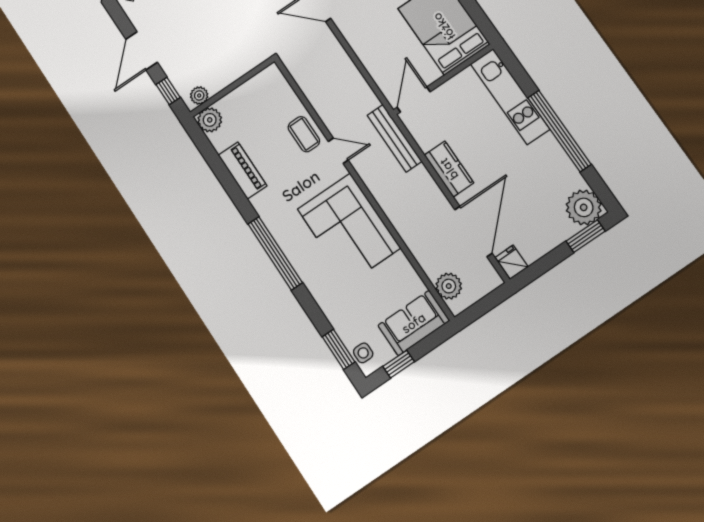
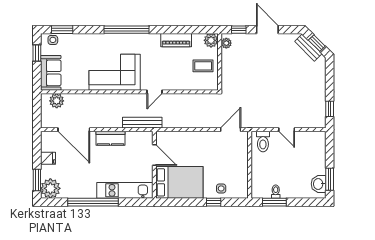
door: (414, 99) -> (154, 155), moved
coffee table: (304, 134) -> (203, 66), moved
fridge: (512, 262) -> (48, 158), moved

